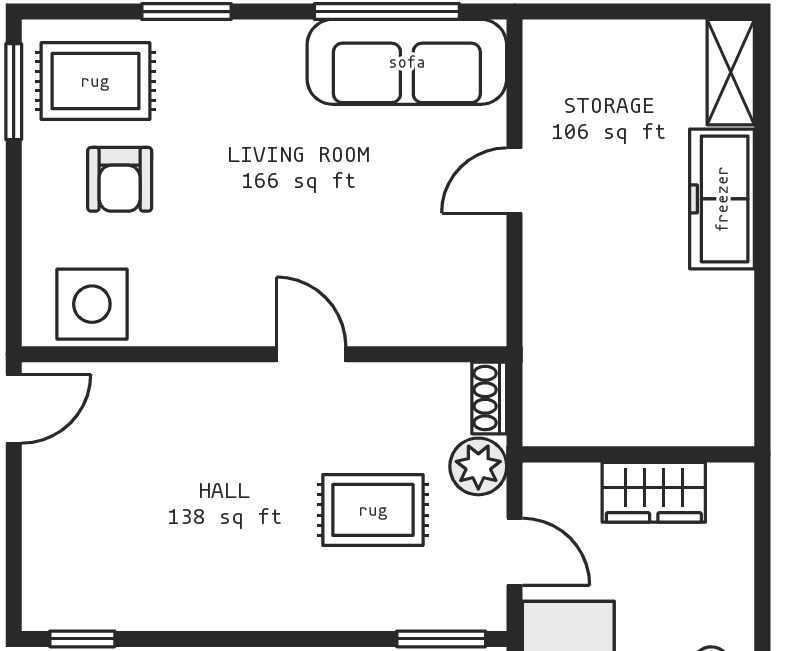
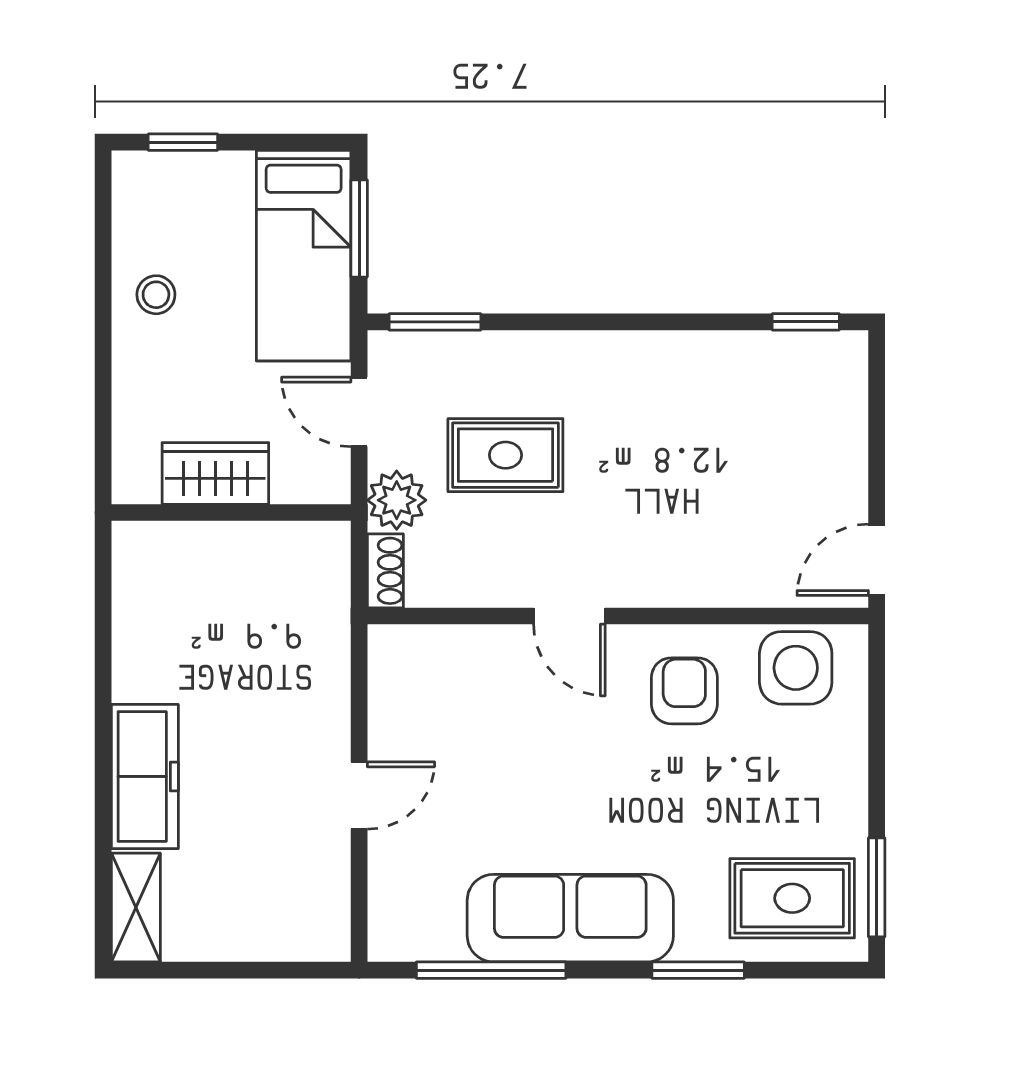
sofa: (407, 62) -> (570, 918), moved
armchair: (120, 179) -> (684, 691), moved

